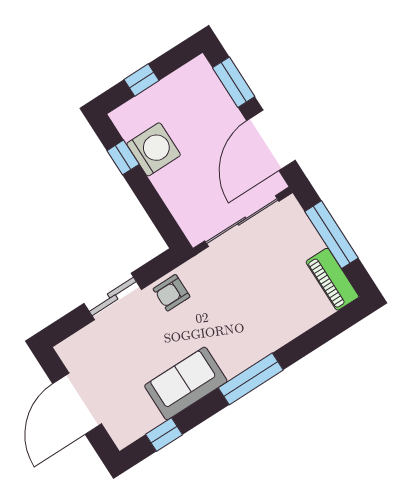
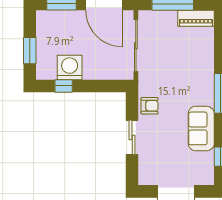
window: (142, 80) -> (30, 51), width x1.50
armchair: (172, 293) -> (150, 106), turned -90

